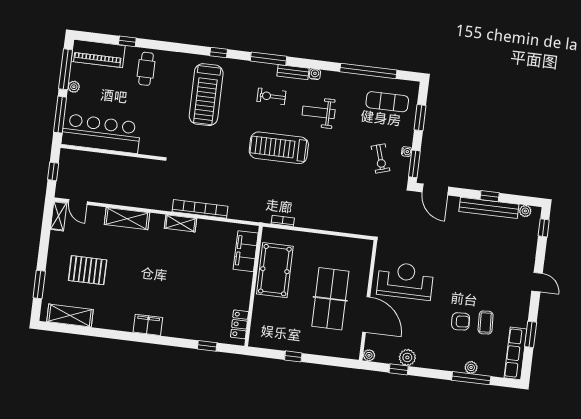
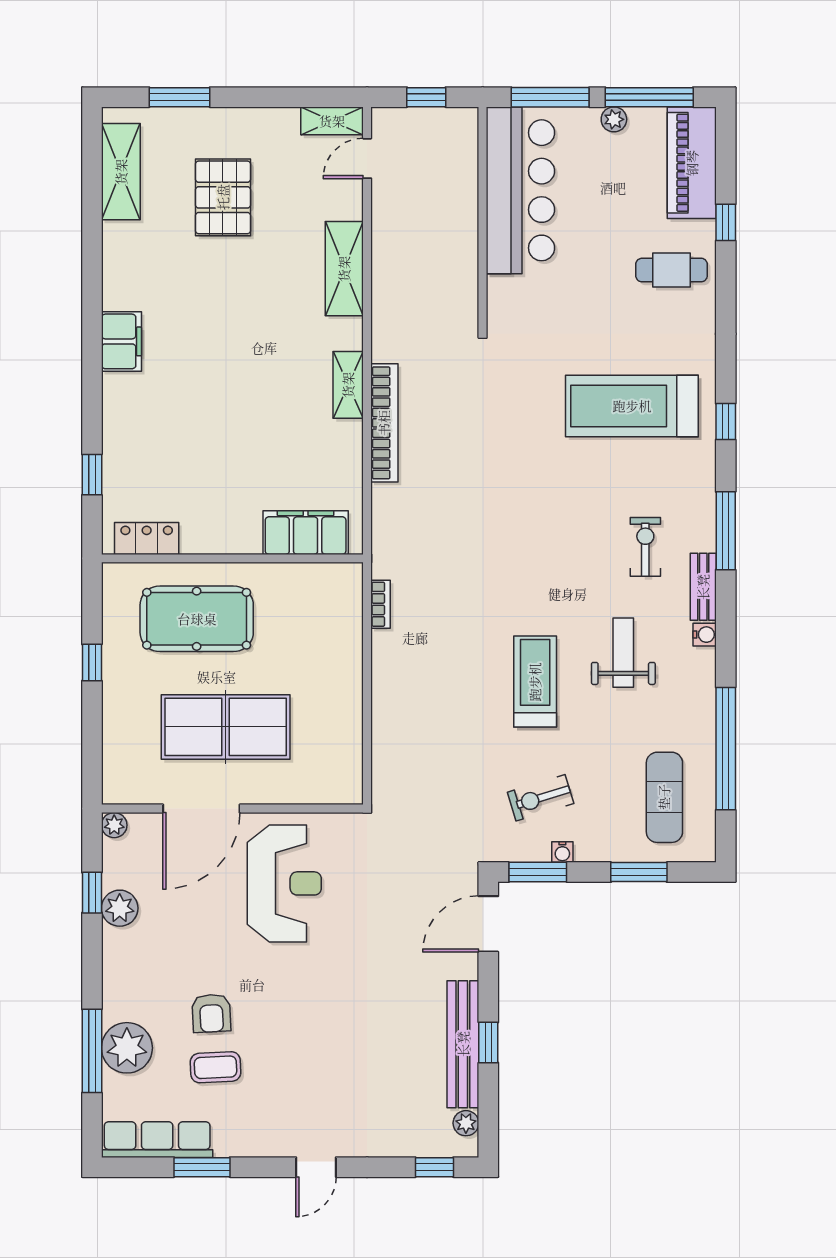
treadmill: (279, 148) -> (535, 682), moved, width x0.73, depth x0.73
pool table: (275, 270) -> (197, 619), moved
plant: (471, 367) -> (127, 1048), width x1.87, depth x1.87

